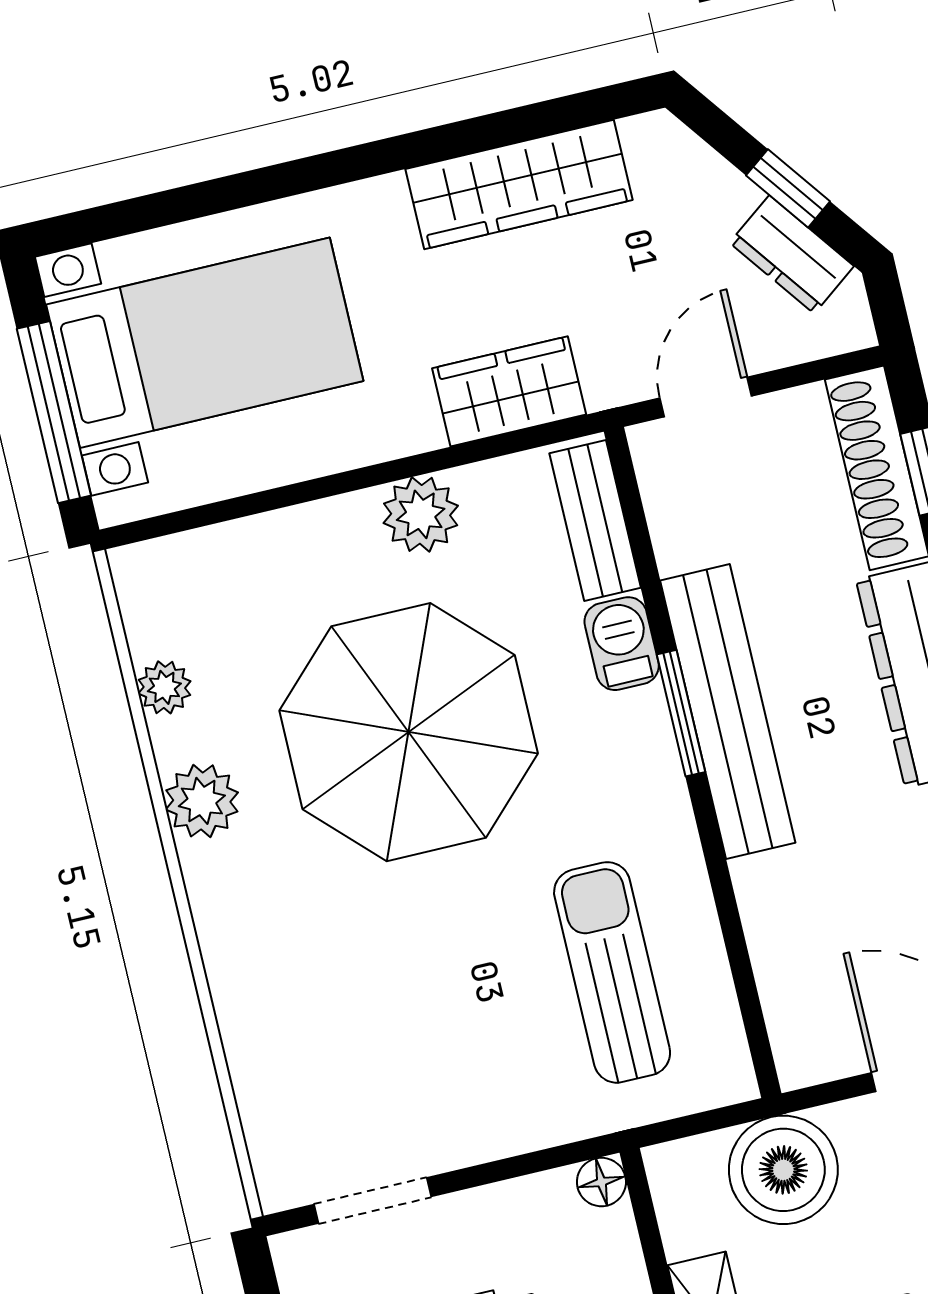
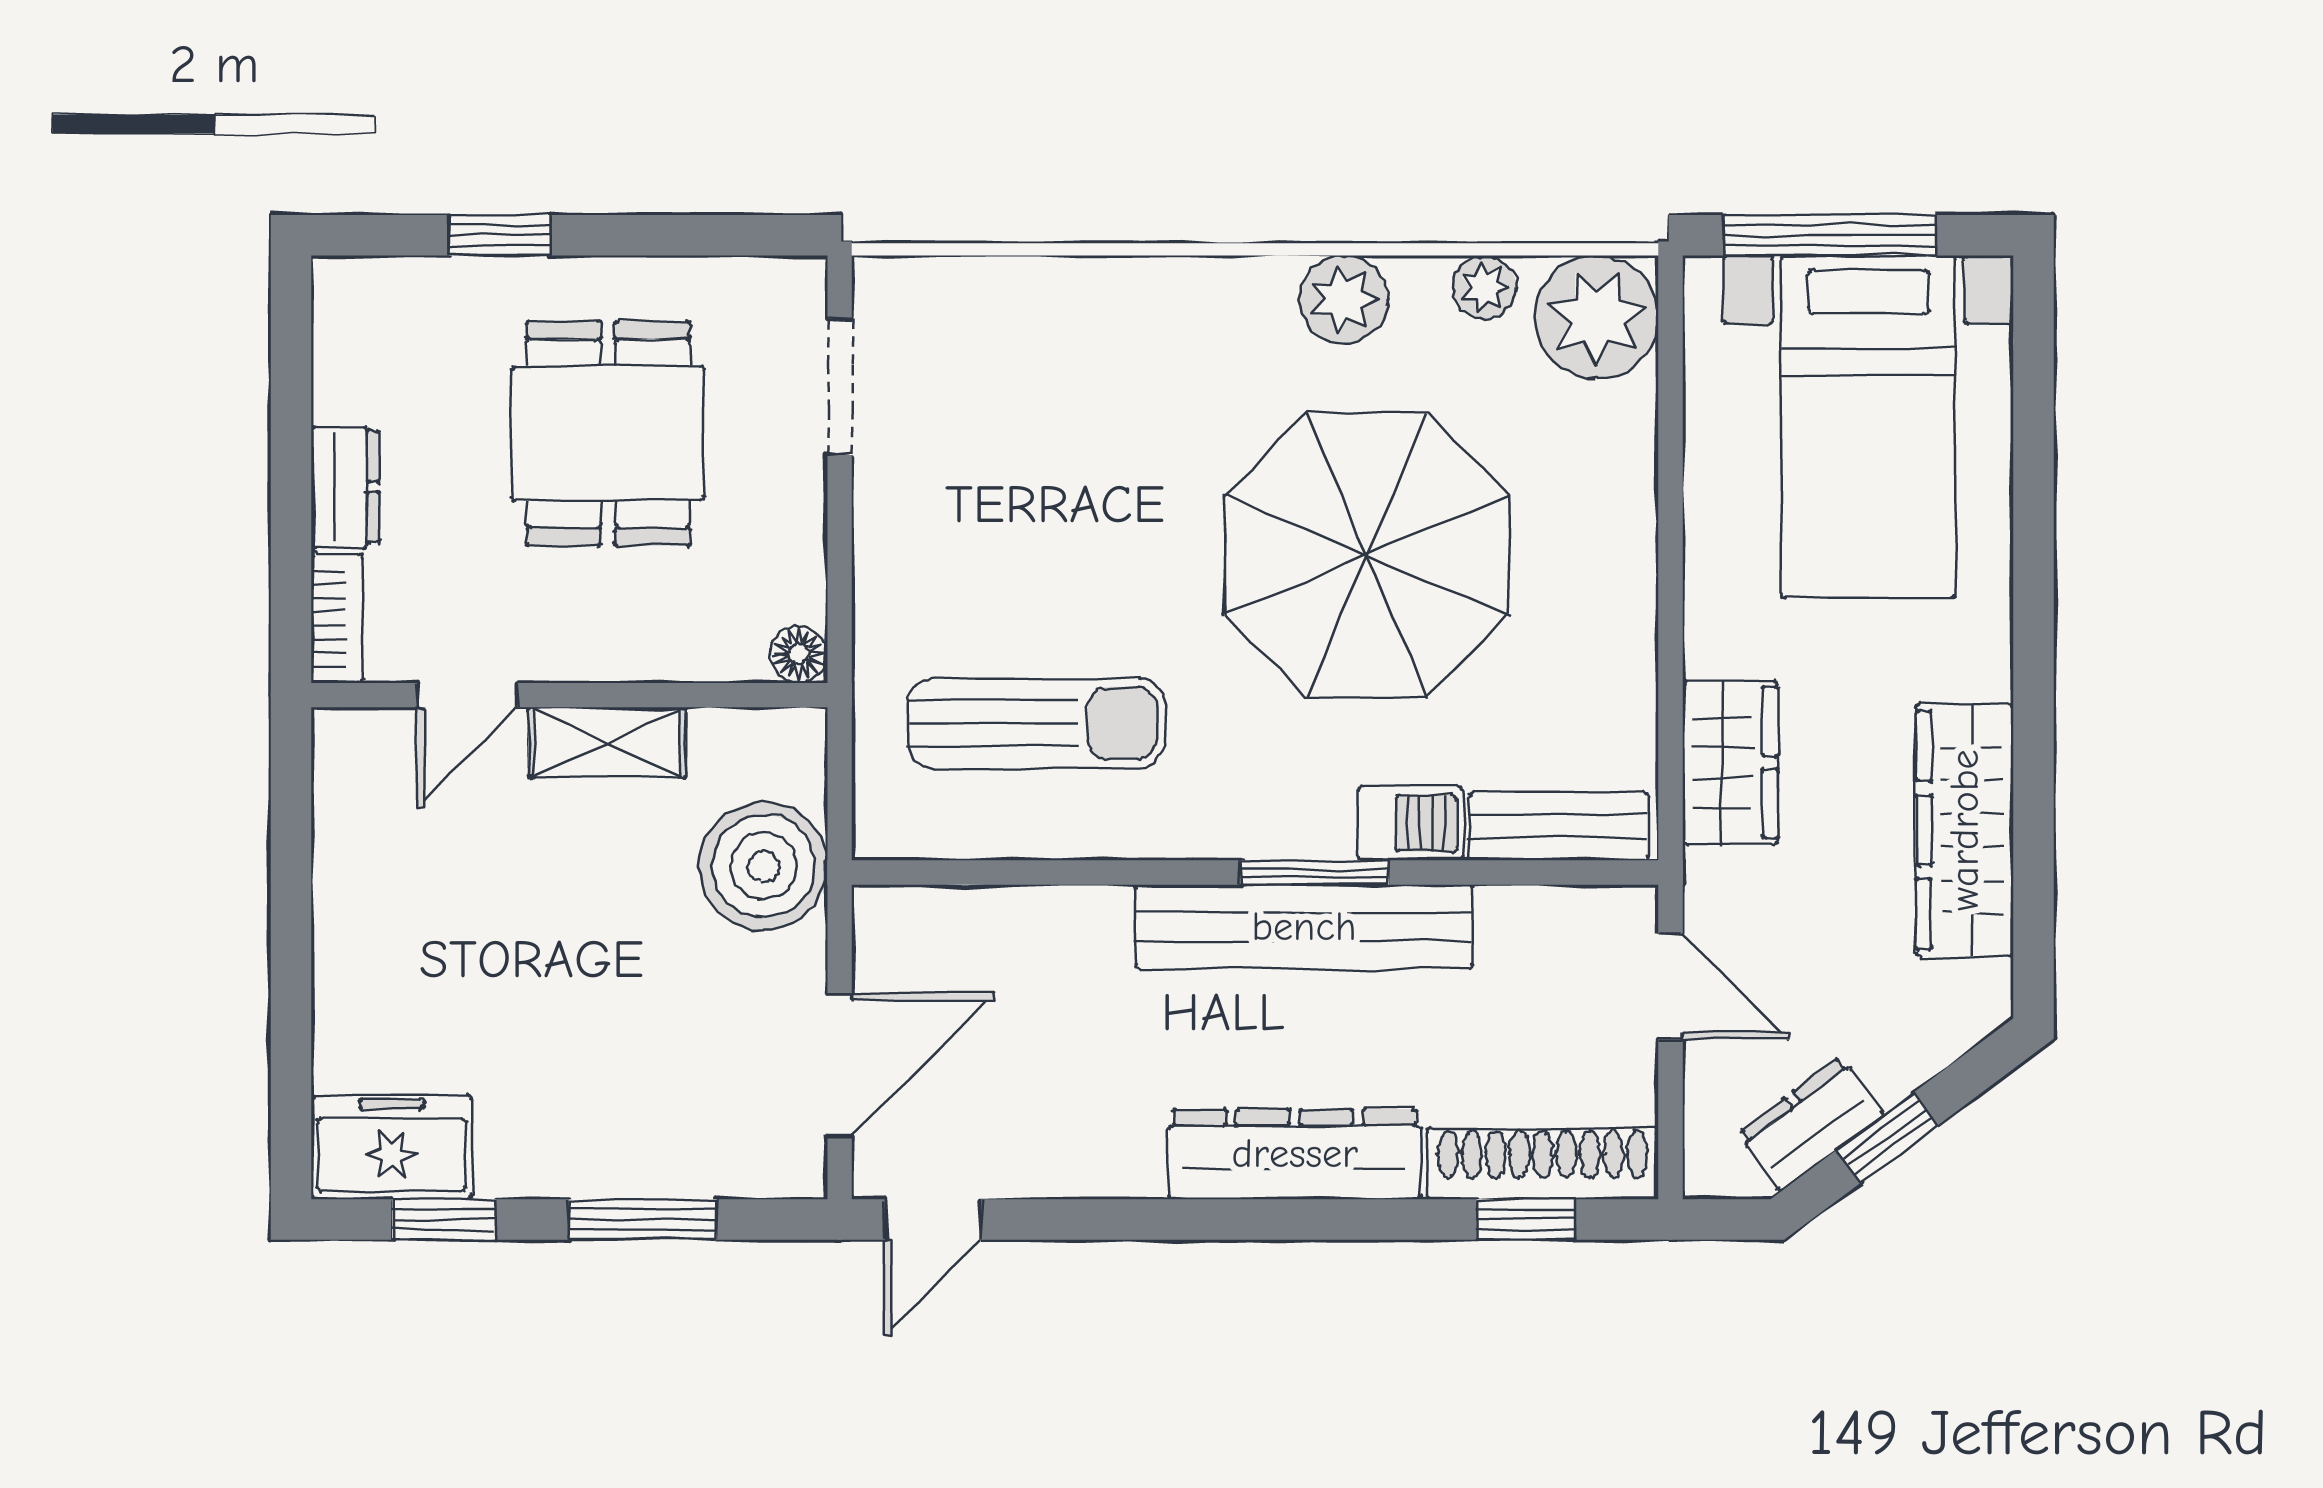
plant: (421, 514) -> (1597, 317), moved, width x1.36, depth x1.36

